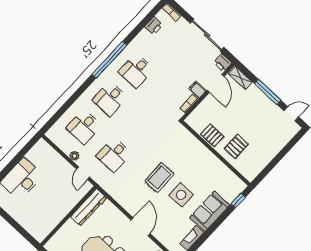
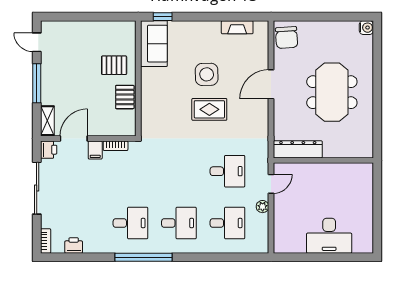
sofa: (210, 211) -> (154, 44), moved, turned -90

